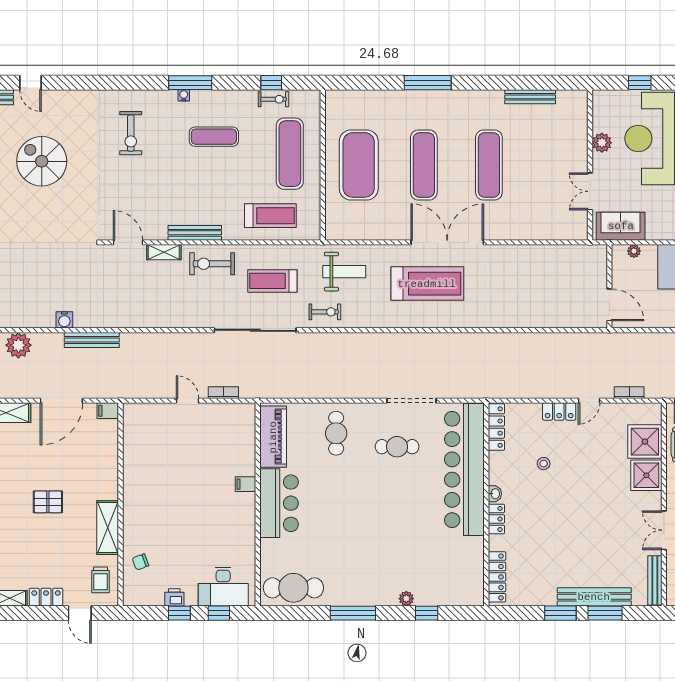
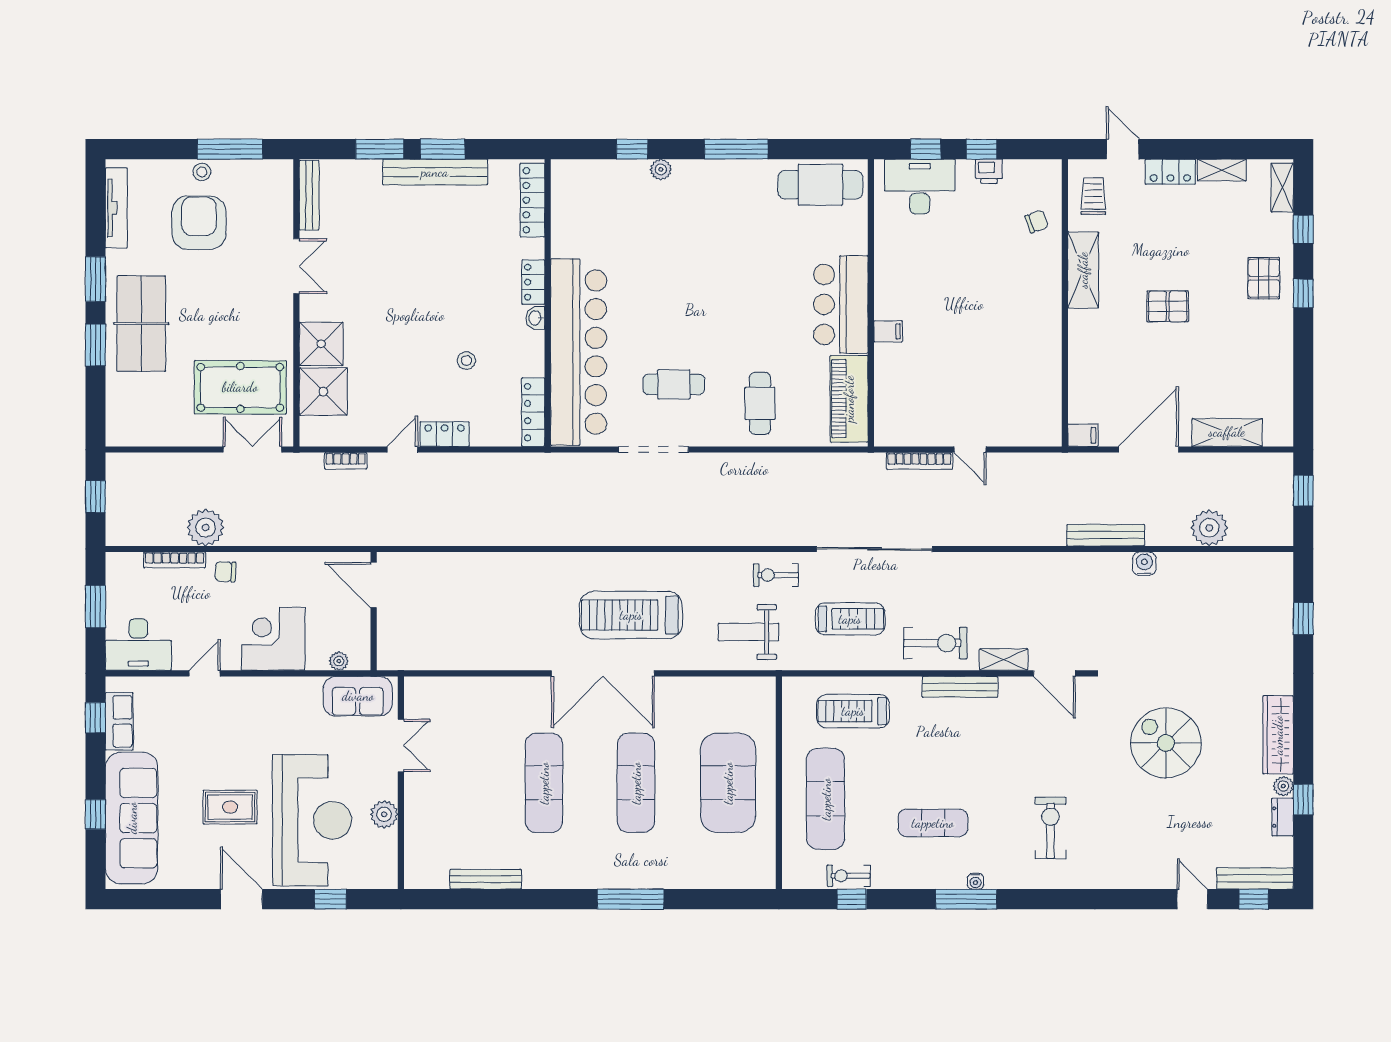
spiral stairs: (42, 161) -> (1166, 743), moved, turned 180
bookcase: (223, 393) -> (920, 461), width x1.56
bench: (594, 597) -> (435, 172), moved

